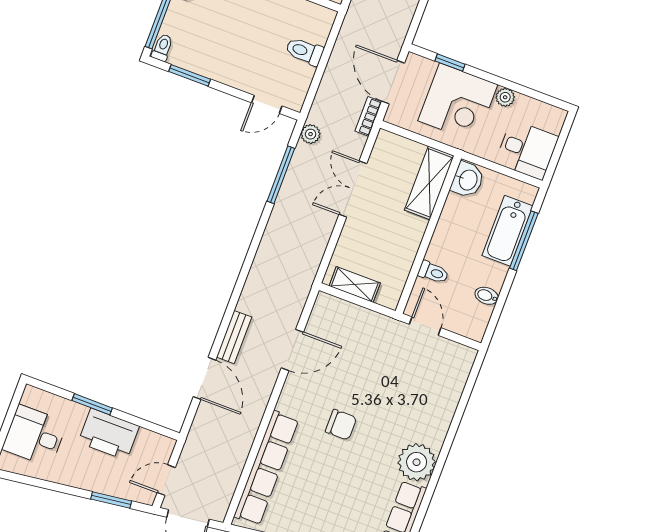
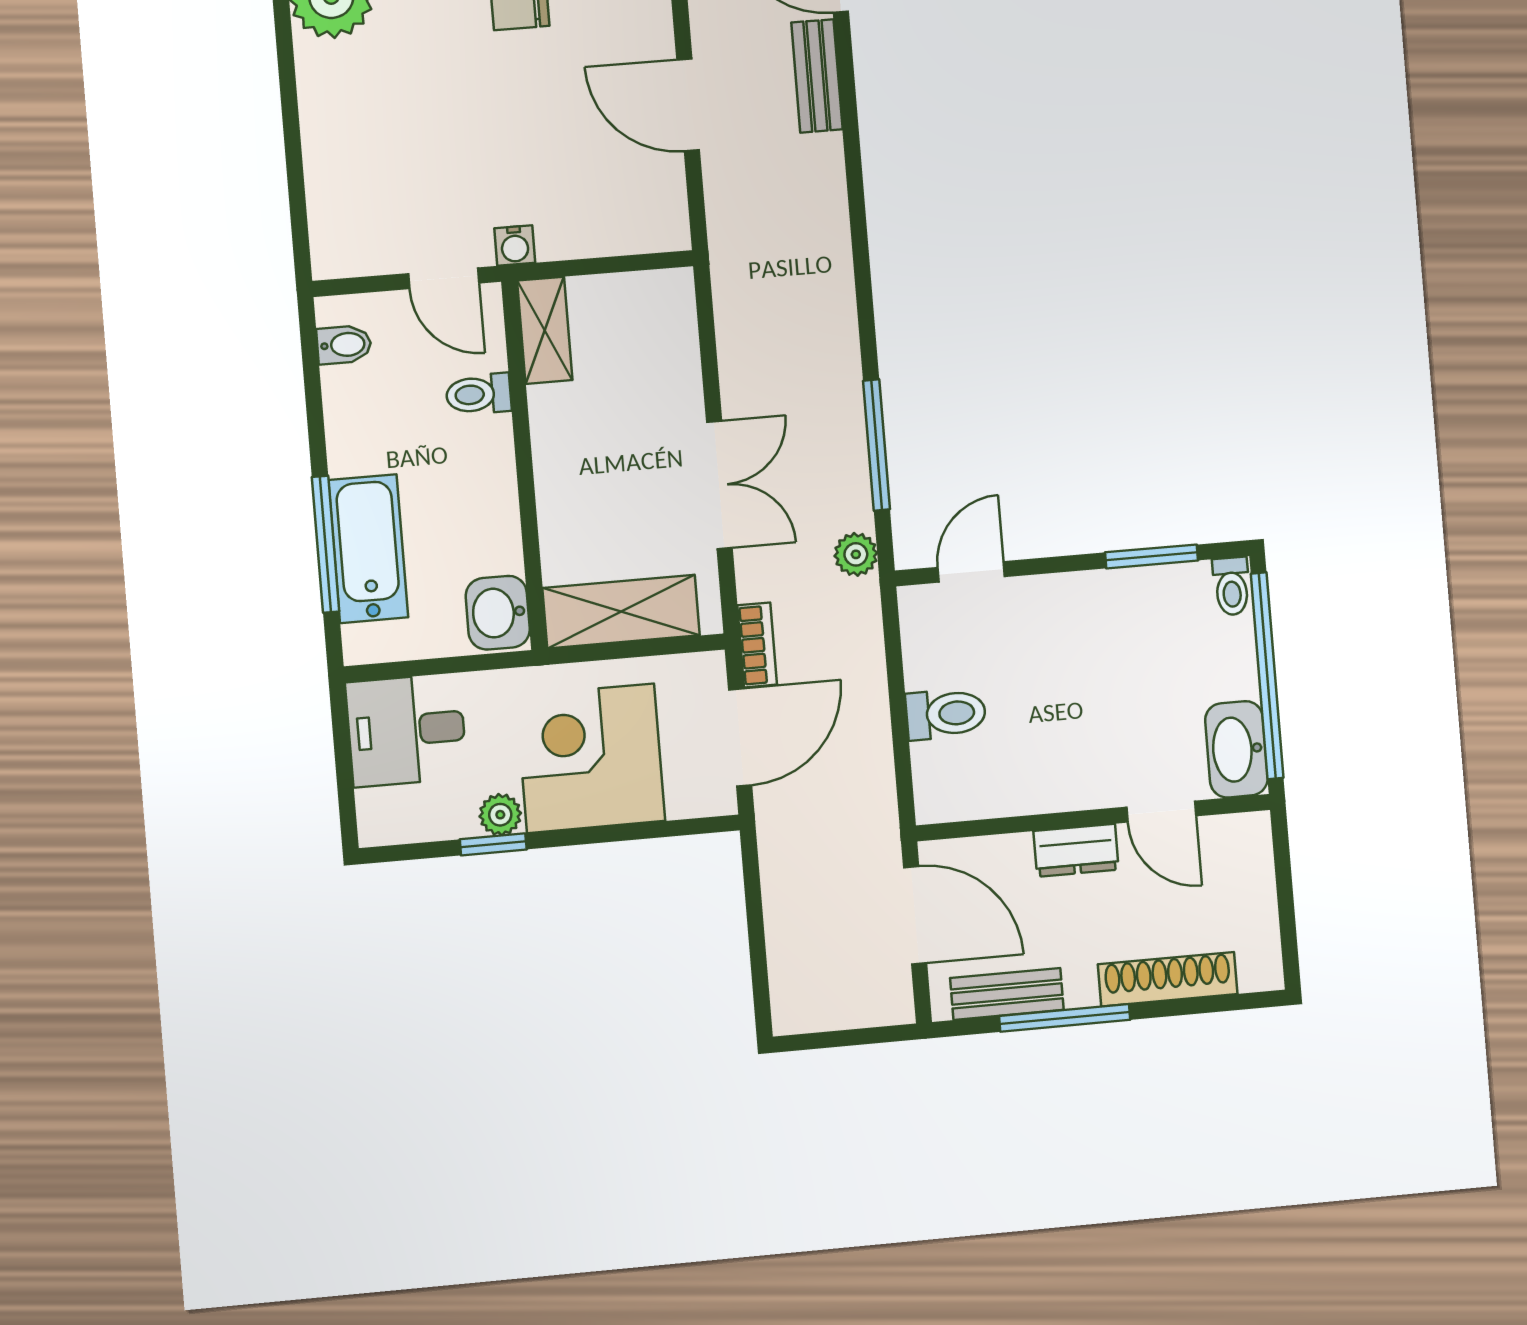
window: (450, 63) -> (493, 844), moved
door: (393, 82) -> (740, 737), hinge flipped
shelving: (429, 183) -> (621, 612), moved, turned 90
shelving: (355, 285) -> (545, 330), moved, turned 90
bidet: (487, 296) -> (344, 345), moved
water cooler: (390, 326) -> (515, 246), added
door: (292, 350) -> (688, 105), hinge flipped

